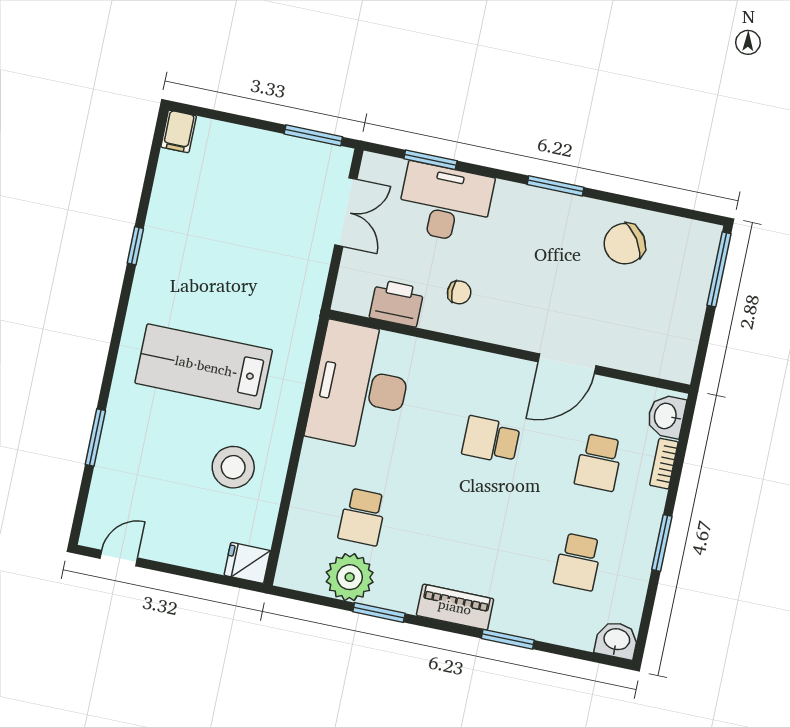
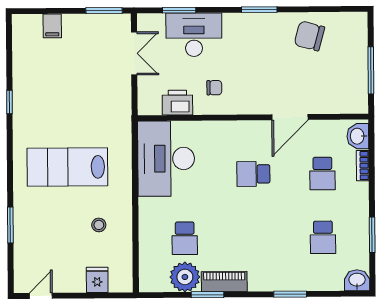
filing cabinet: (179, 131) -> (52, 26), moved
chair: (625, 244) -> (309, 36), turned 49
window: (719, 269) -> (371, 70), moved
stool: (233, 467) -> (99, 225), width x0.53, depth x0.53
window: (662, 543) -> (372, 235), moved
fridge: (247, 563) -> (97, 280), moved, turned 90
piano: (455, 607) -> (224, 282), moved

